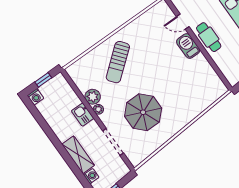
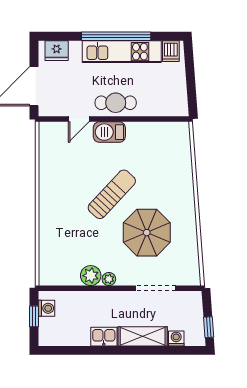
sun lounger: (118, 62) -> (112, 194), moved, turned -98
washing machine: (35, 97) -> (47, 308), moved
kitchen sink: (83, 115) -> (104, 337), moved, turned 180

